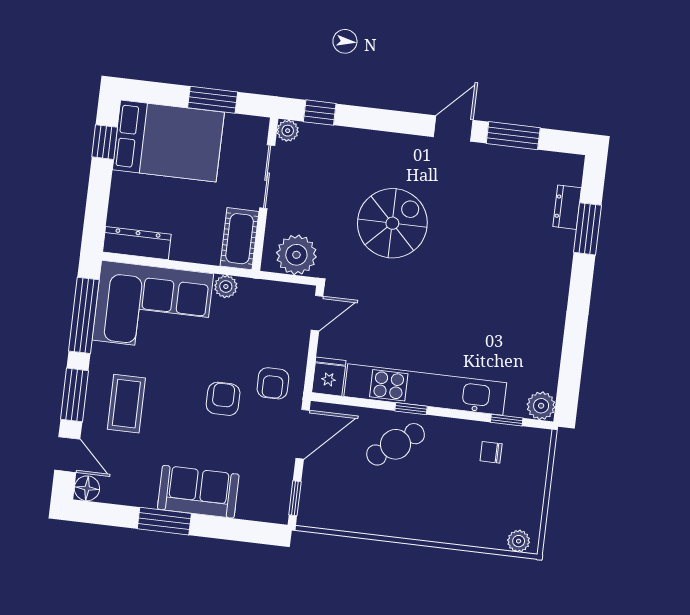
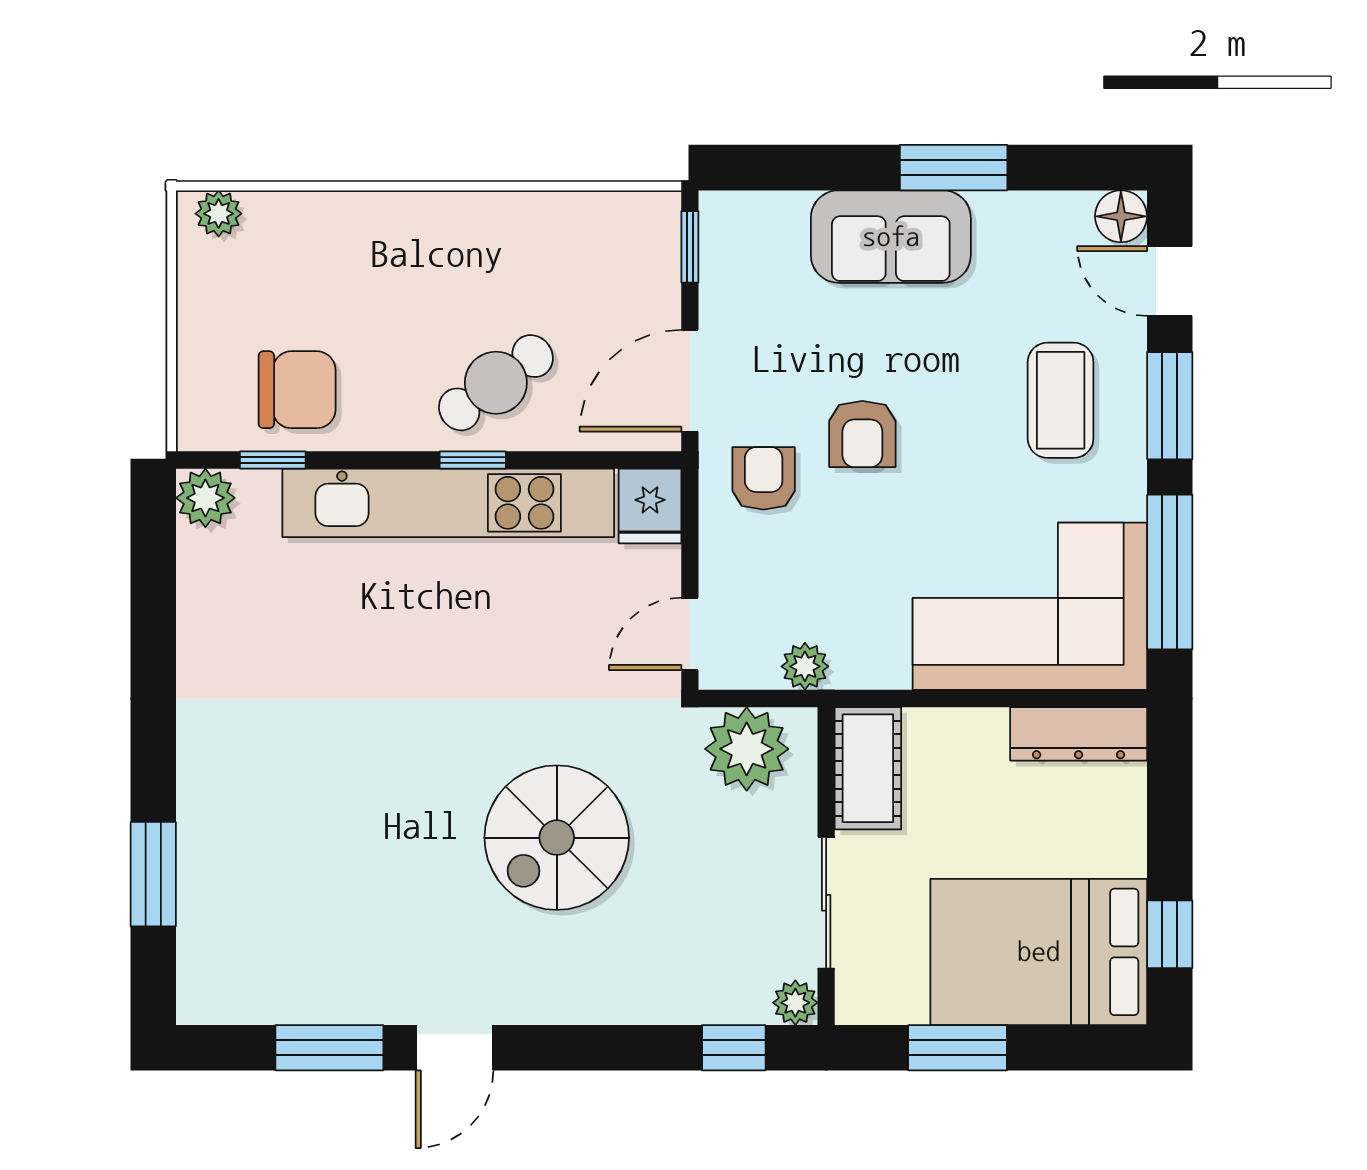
dresser: (567, 207) -> (201, 914), removed
plant: (226, 286) -> (805, 666), moved
chair: (491, 452) -> (297, 390), width x1.87, depth x1.87

